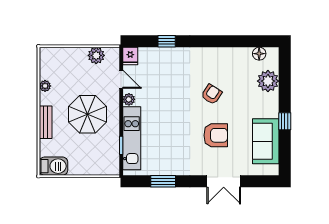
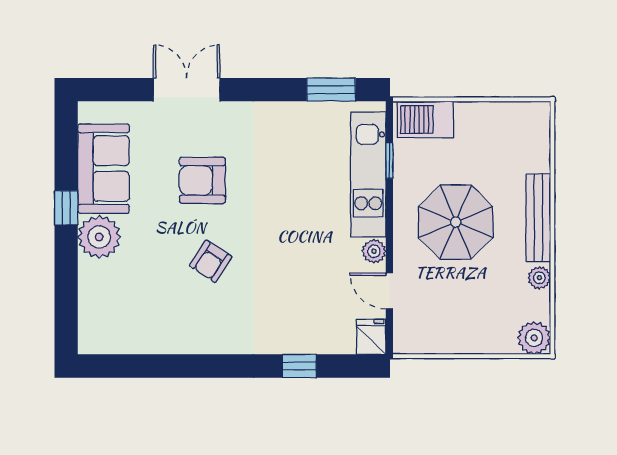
floor lamp: (259, 54) -> (117, 341), removed
plant: (96, 55) -> (534, 338), moved
plant: (268, 81) -> (99, 237), moved
bench: (46, 122) -> (538, 218), width x1.36
barbecue: (54, 166) -> (425, 119), moved
window: (163, 181) -> (331, 90), moved

